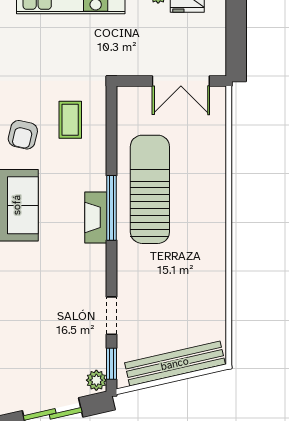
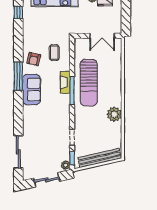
sun lounger: (150, 189) -> (89, 83), turned 180
fireplace: (96, 217) -> (65, 82), moved
plant: (209, 262) -> (114, 114), added

